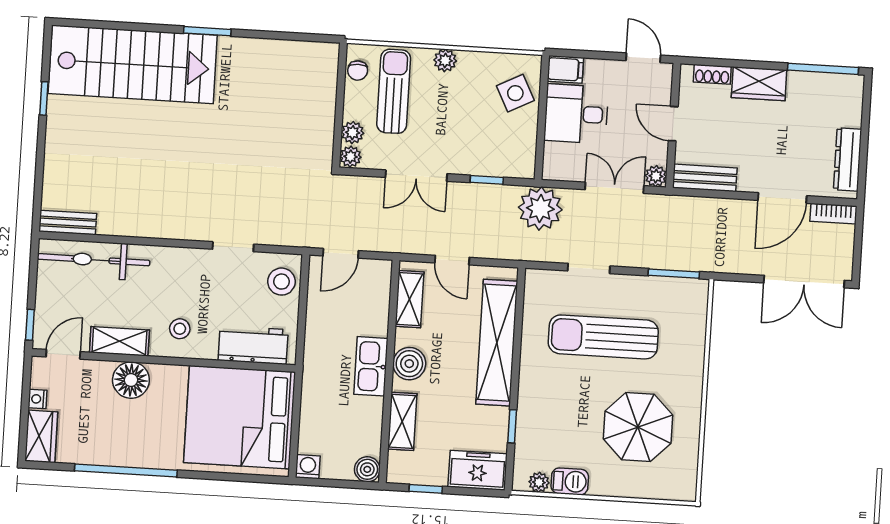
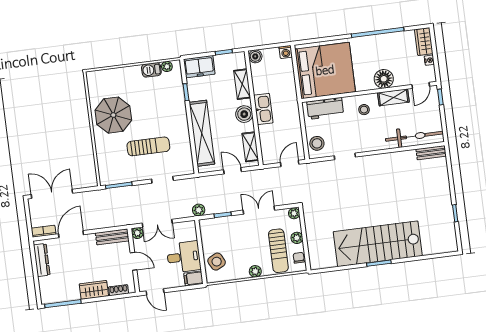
stairs: (133, 64) -> (378, 244), moved
plant: (353, 133) -> (297, 238), moved
plant: (540, 208) -> (199, 210), width x0.53, depth x0.53
sun lounger: (603, 337) -> (148, 146), width x0.73, depth x0.75
parasol: (638, 427) -> (113, 115), moved

